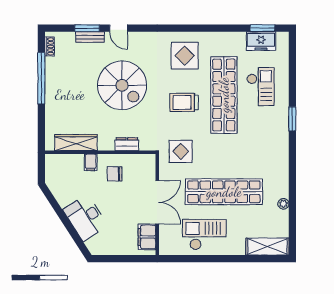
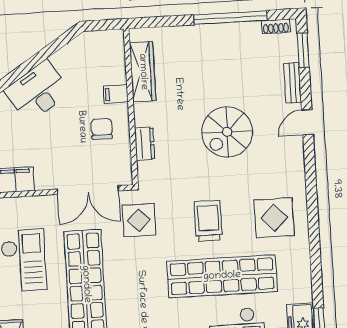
window: (87, 28) -> (303, 50), moved
spiral stairs: (122, 85) -> (227, 132), width x0.73, depth x0.73
double door: (157, 202) -> (88, 190), moved

